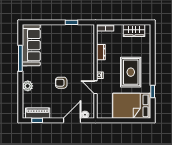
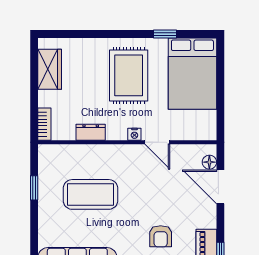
coffee table: (68, 52) -> (90, 194), added
rug: (131, 72) -> (129, 75), turned 90
armchair: (61, 83) -> (161, 236), moved
door: (95, 87) -> (157, 142), hinge flipped

